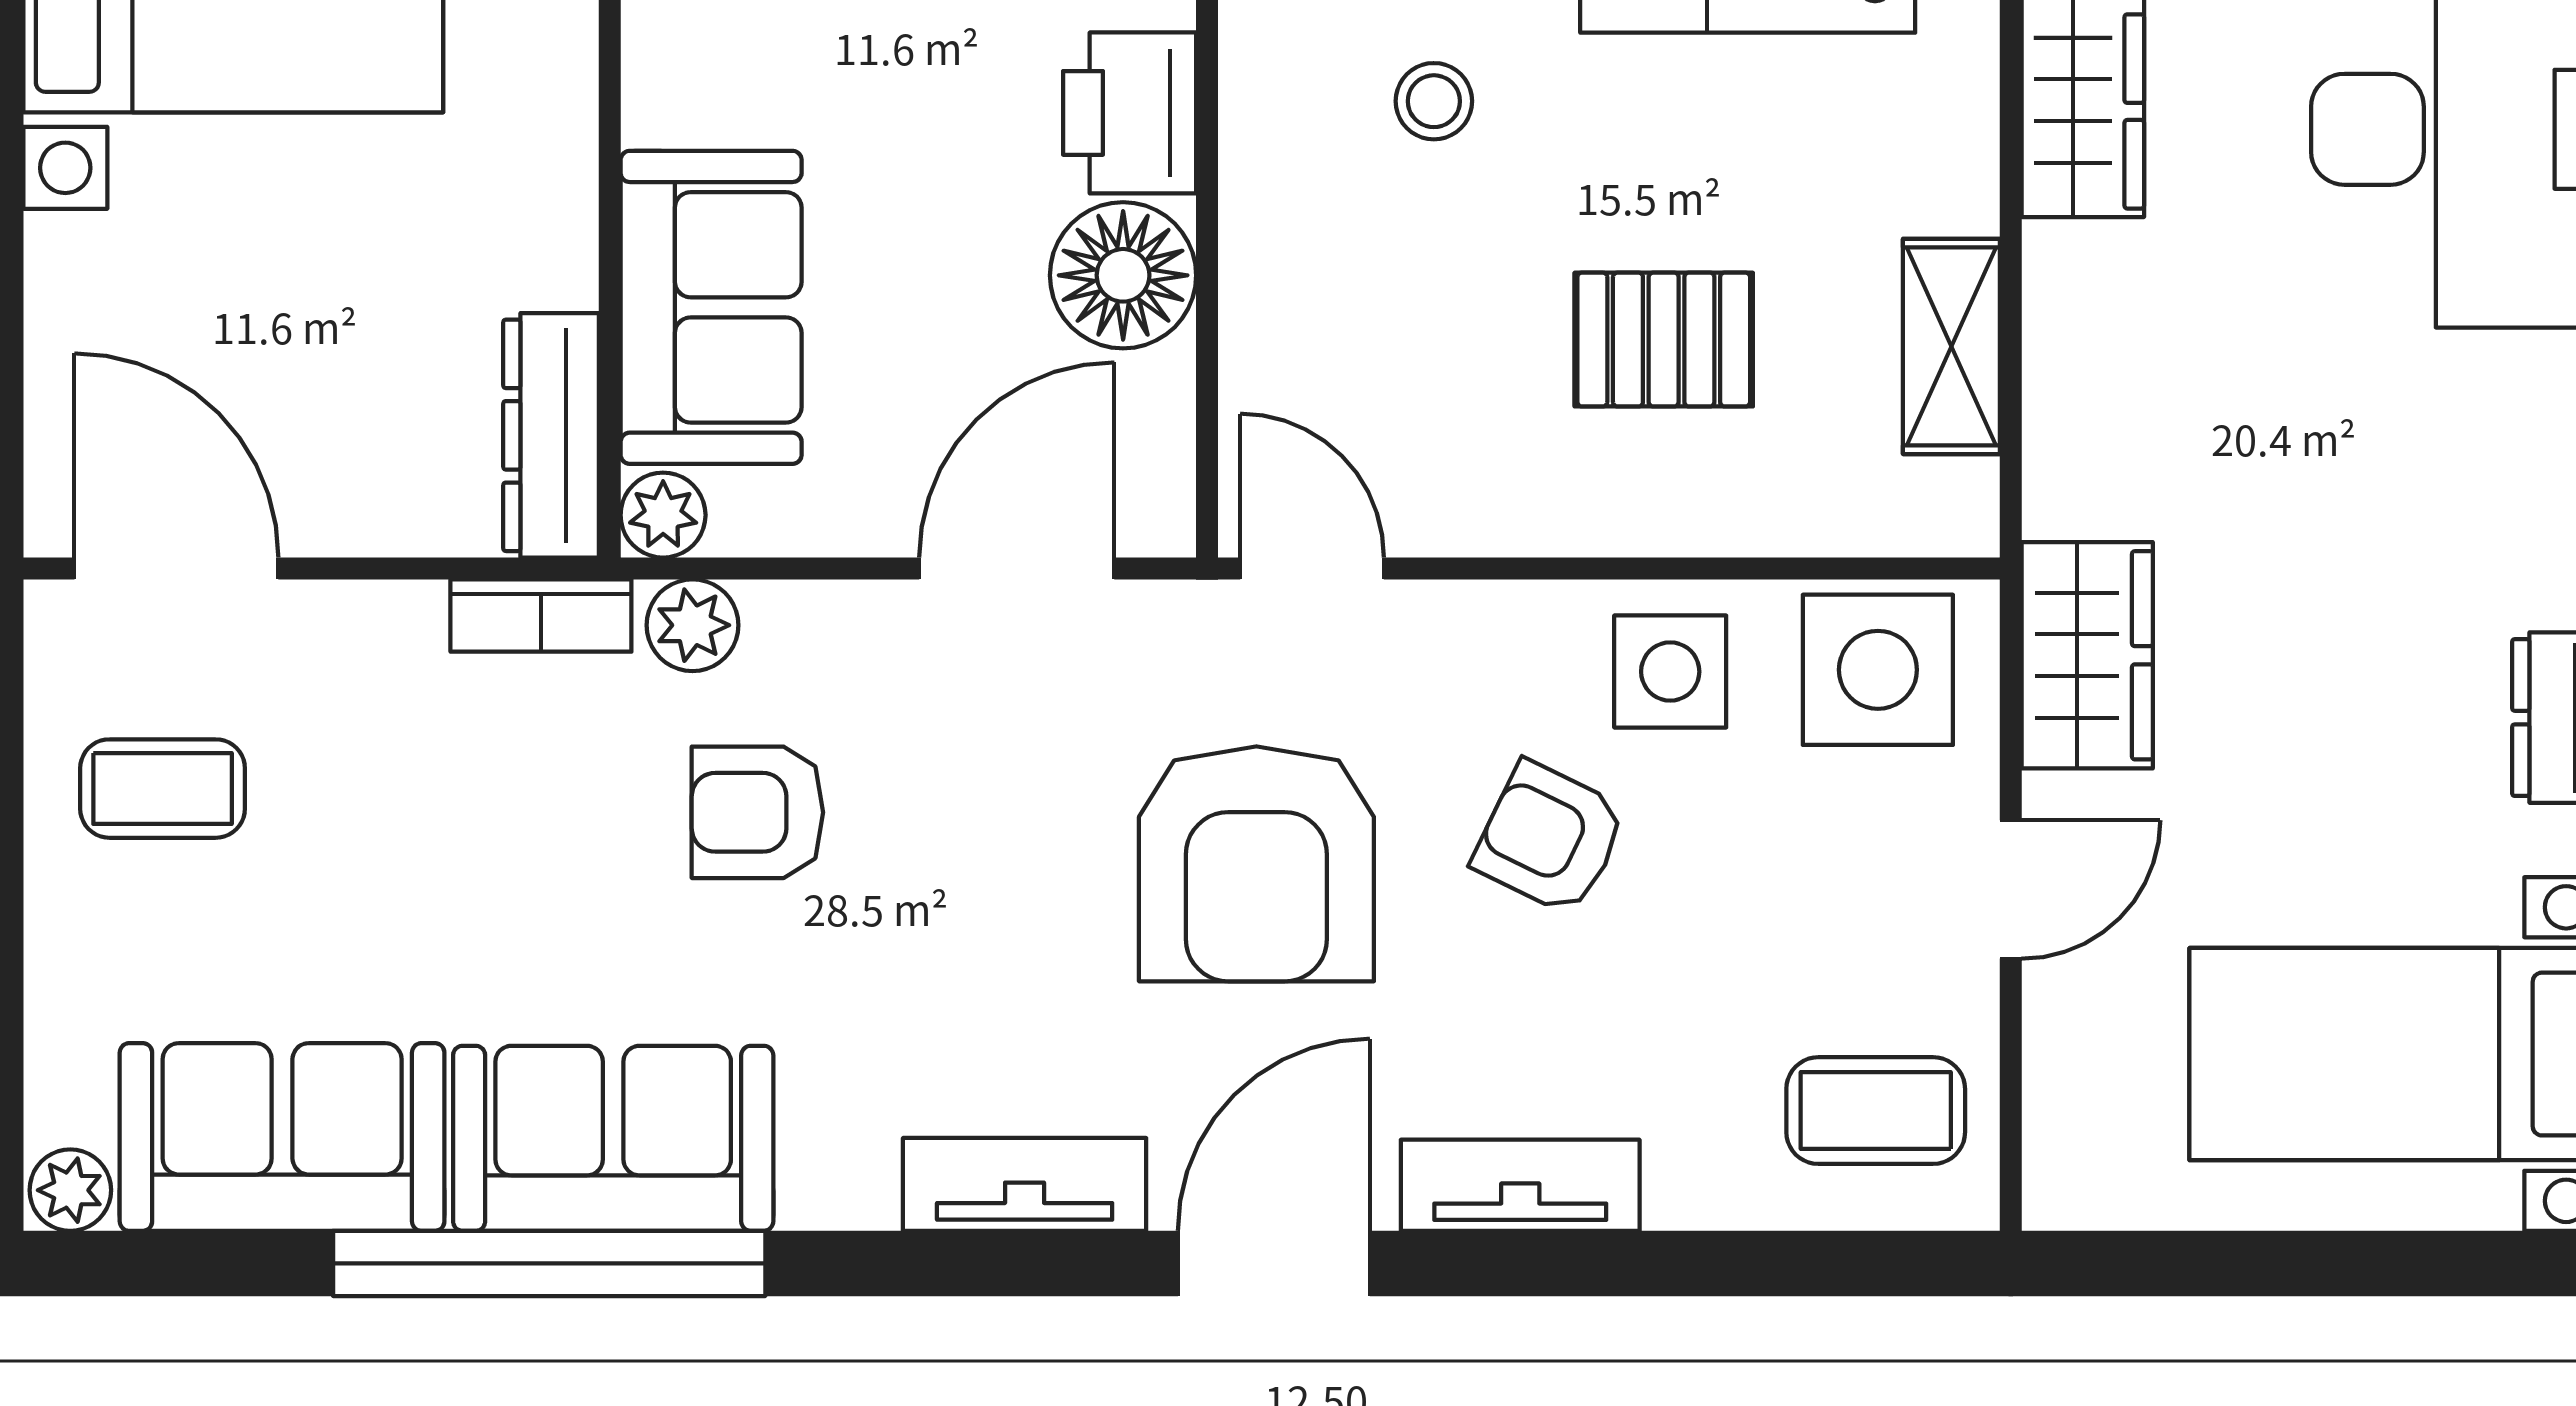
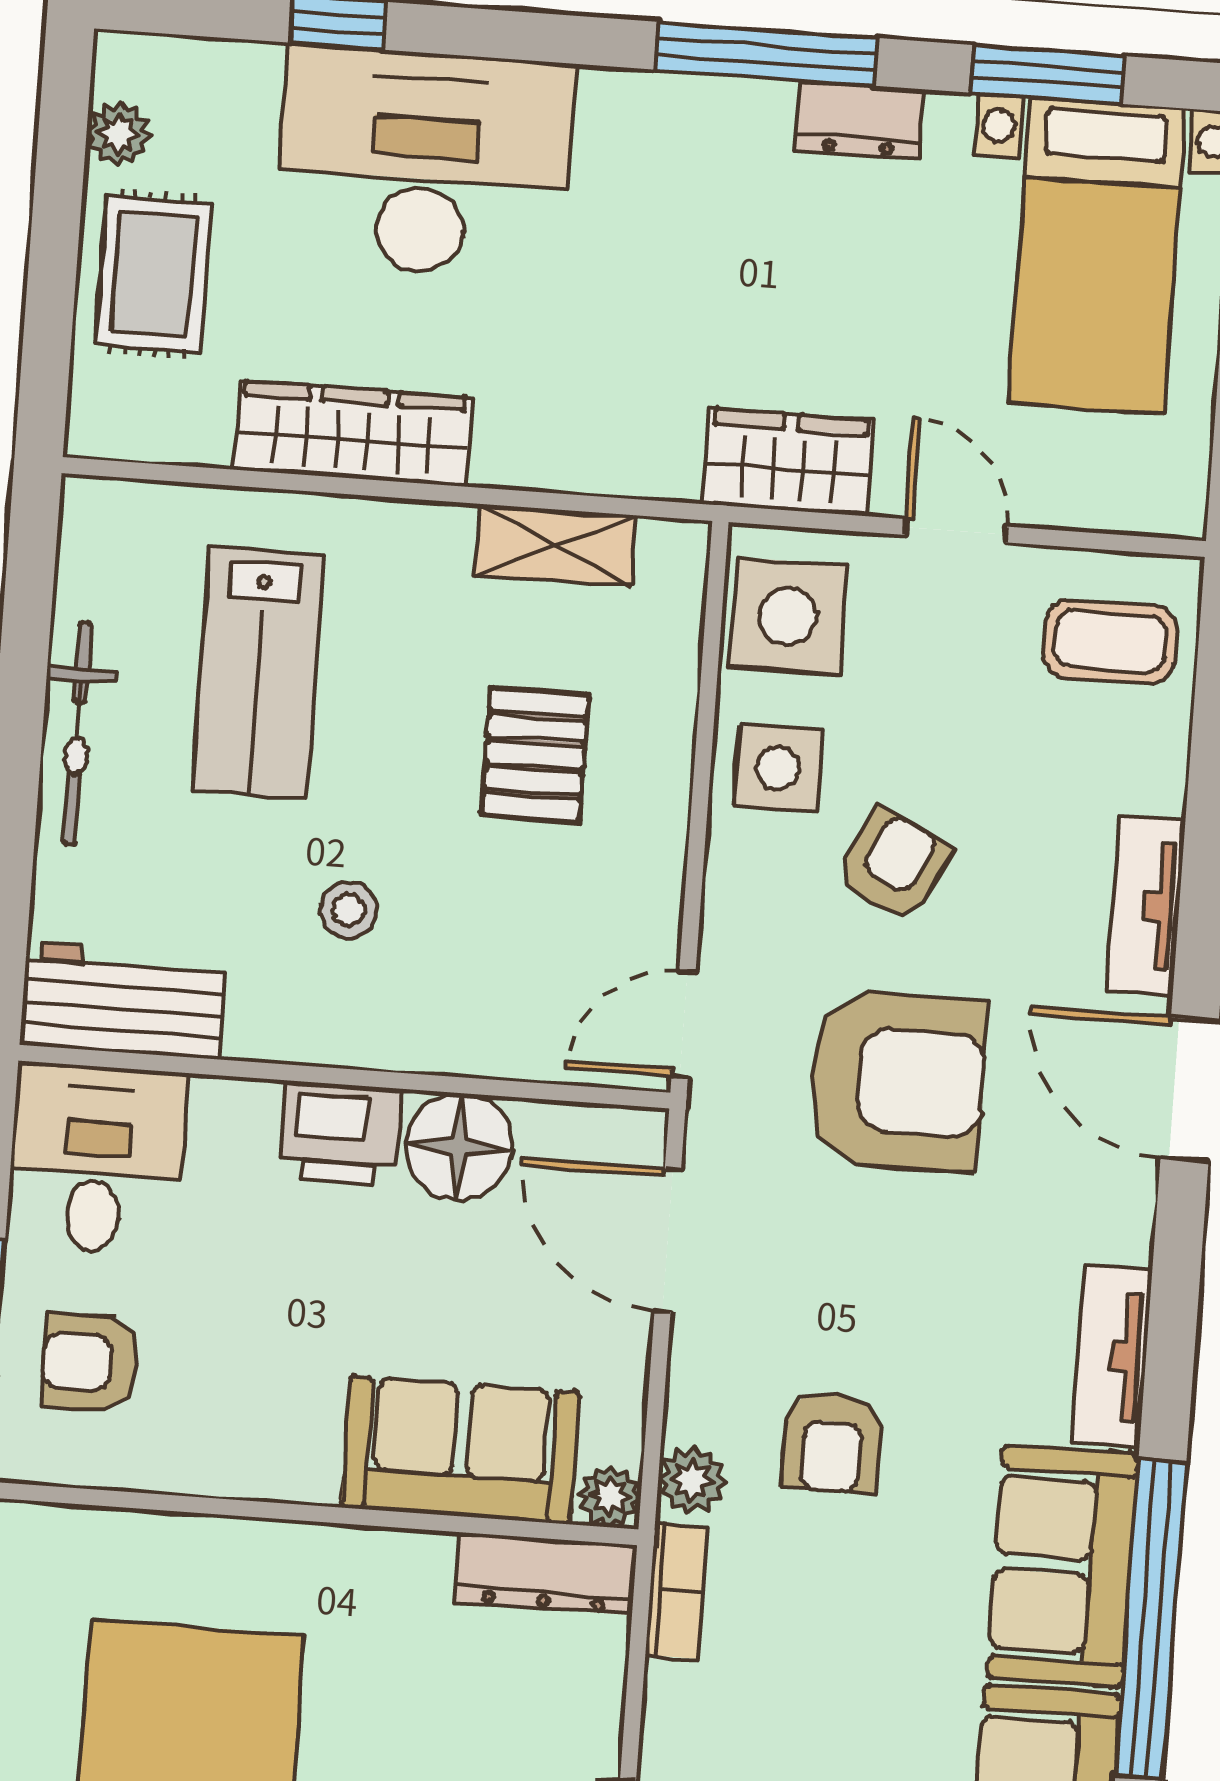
armchair: (1550, 838) -> (893, 865), turned 180
coffee table: (1876, 1111) -> (1110, 641), turned 90
tv unit: (1025, 1184) -> (1112, 1356), moved

